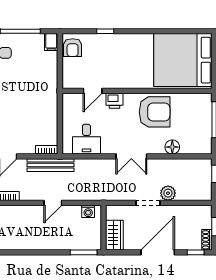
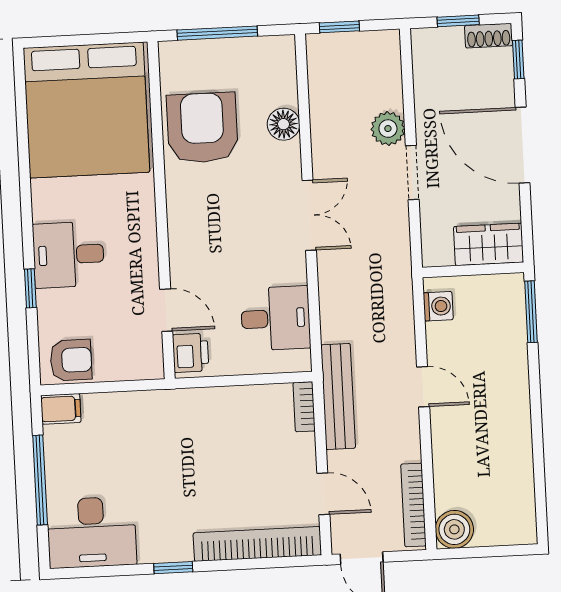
desk: (119, 49) -> (68, 255), added
printer: (114, 101) -> (191, 353), moved
armchair: (155, 112) -> (202, 128), moved

